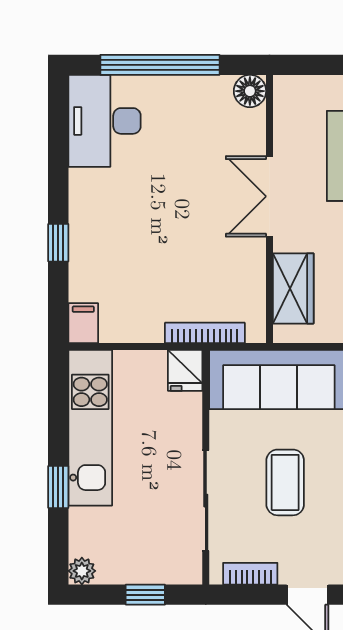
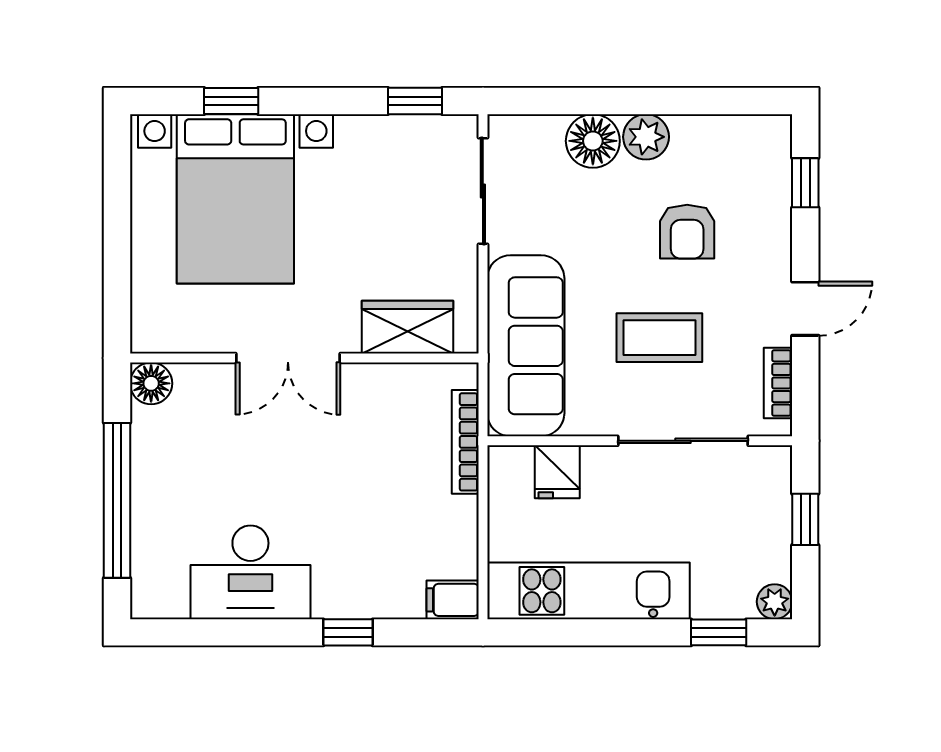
desk: (104, 121) -> (250, 572), moved
fridge: (185, 370) -> (557, 472), moved, turned 90
window: (58, 487) -> (719, 632), moved

